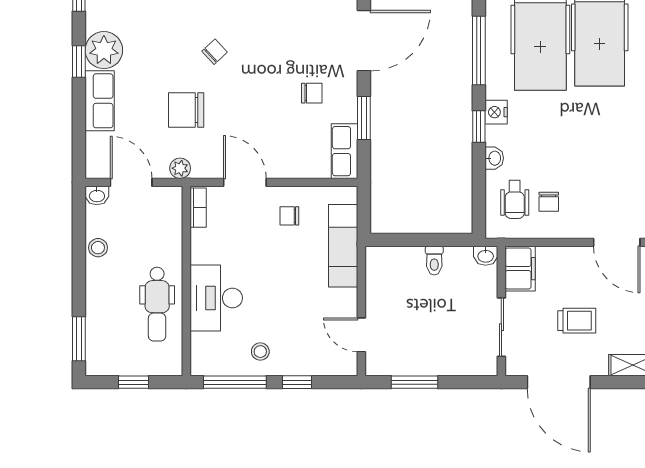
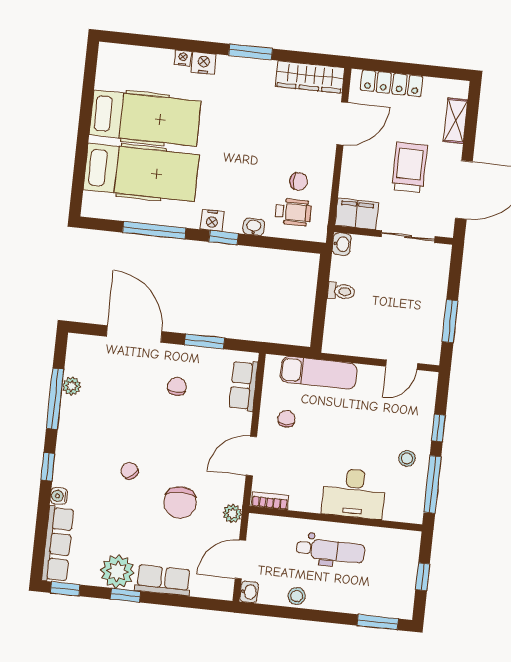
row of seats: (345, 151) -> (243, 386), moved, turned 90
chair: (289, 216) -> (286, 419), turned 180
dental chair: (157, 304) -> (331, 550), moved
trolley: (577, 321) -> (410, 167), width x1.36, depth x1.39

